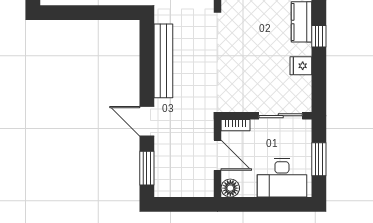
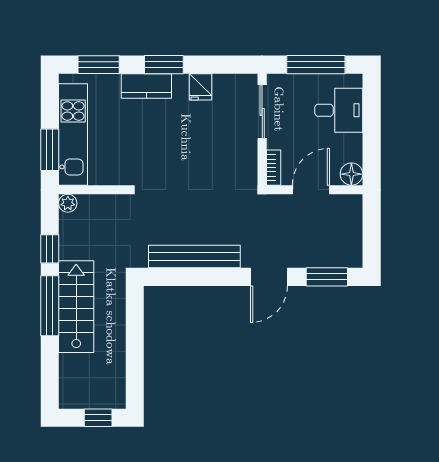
window: (319, 36) -> (164, 65), width x1.50
window: (319, 159) -> (316, 65), width x1.44
desk: (282, 178) -> (339, 110), width x0.73

